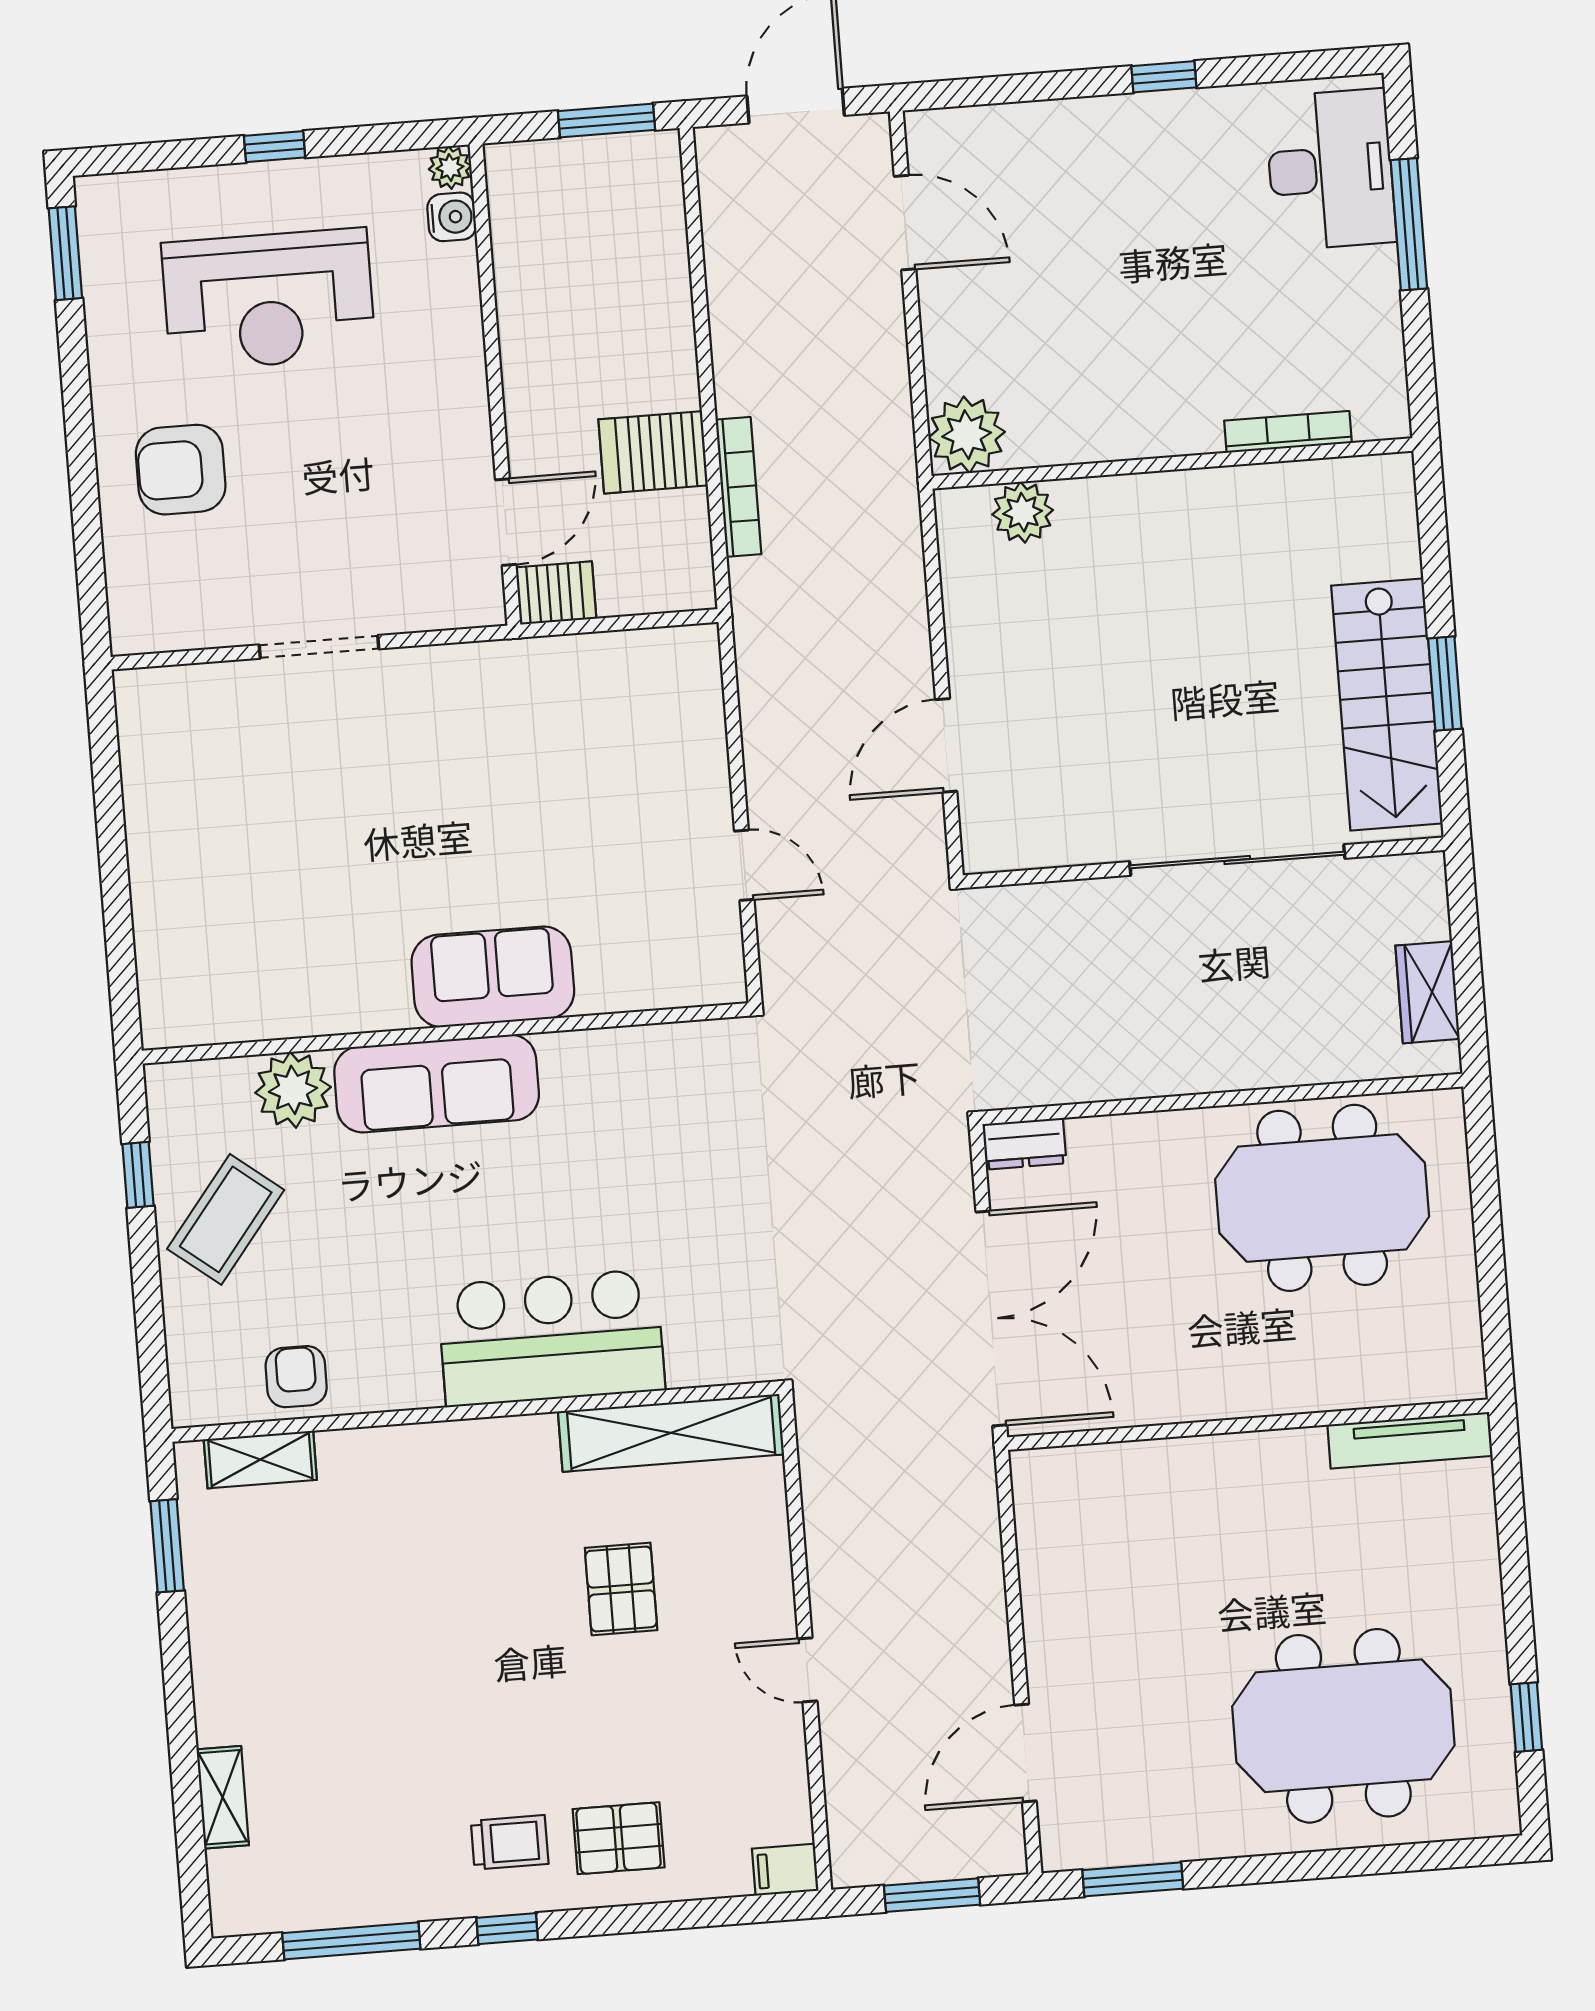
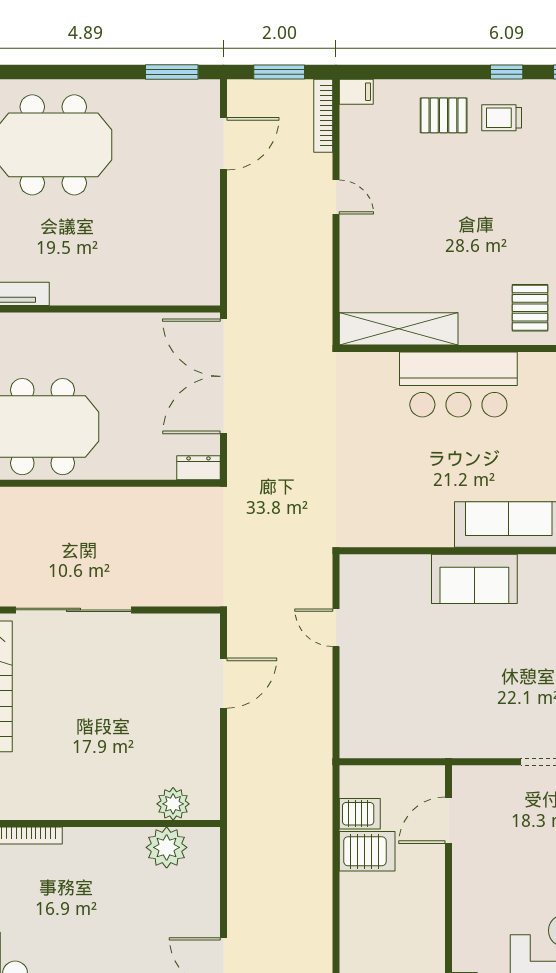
plant: (967, 435) -> (167, 847), moved
bookcase: (738, 487) -> (323, 116), moved
server rack: (556, 593) -> (360, 814), moved, turned 180
pallet: (621, 1589) -> (530, 308), moved

